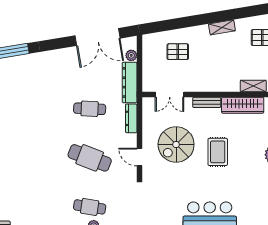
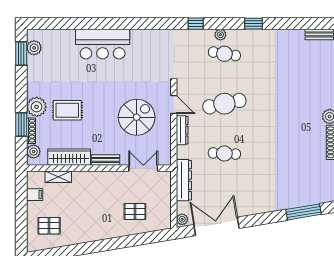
shelving: (222, 27) -> (90, 236), removed
plant: (131, 55) -> (182, 219), moved
dresser: (131, 118) -> (182, 130), moved
rug: (218, 152) -> (67, 110), moved, turned 90
cafe table: (90, 158) -> (224, 104), turned -33

